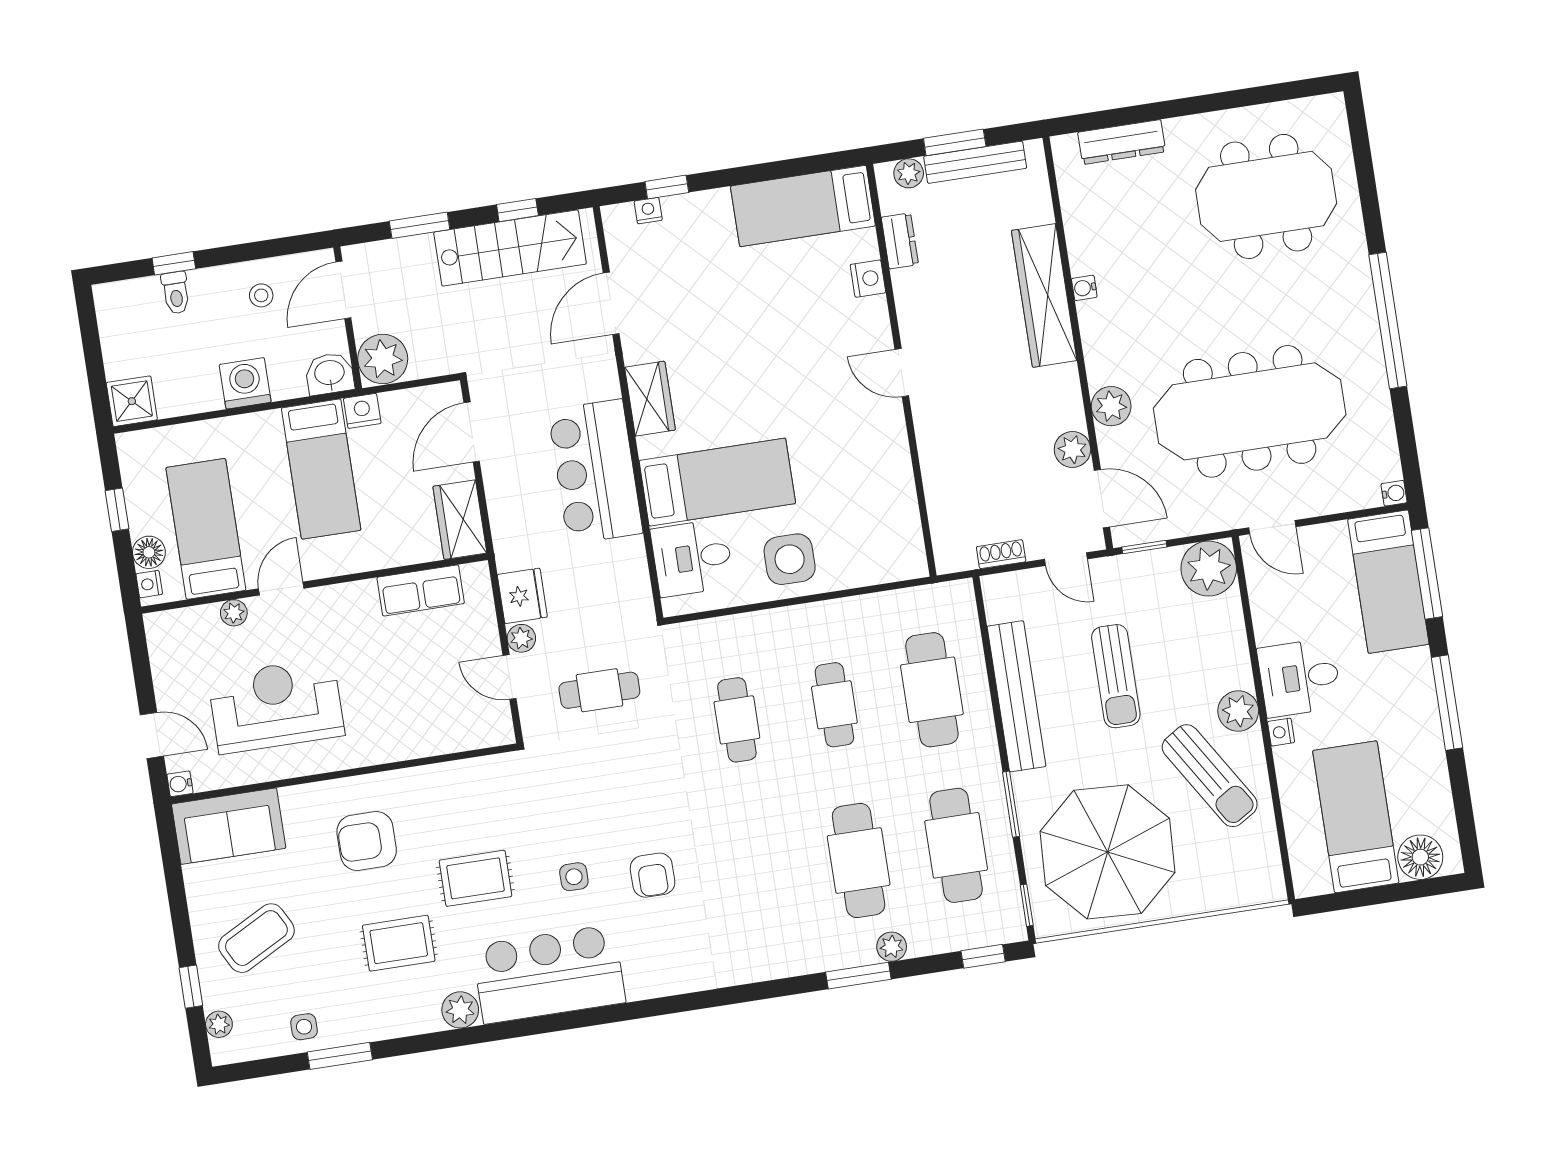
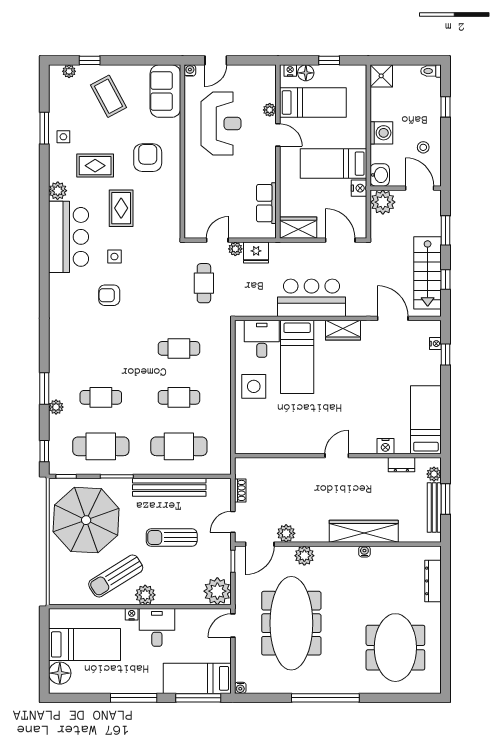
toilet: (176, 293) -> (431, 71), moved
cafe table: (859, 860) -> (101, 397), width x0.73, depth x0.74
rug: (399, 943) -> (95, 166), turned 90
side table: (304, 1027) -> (63, 137), moved

